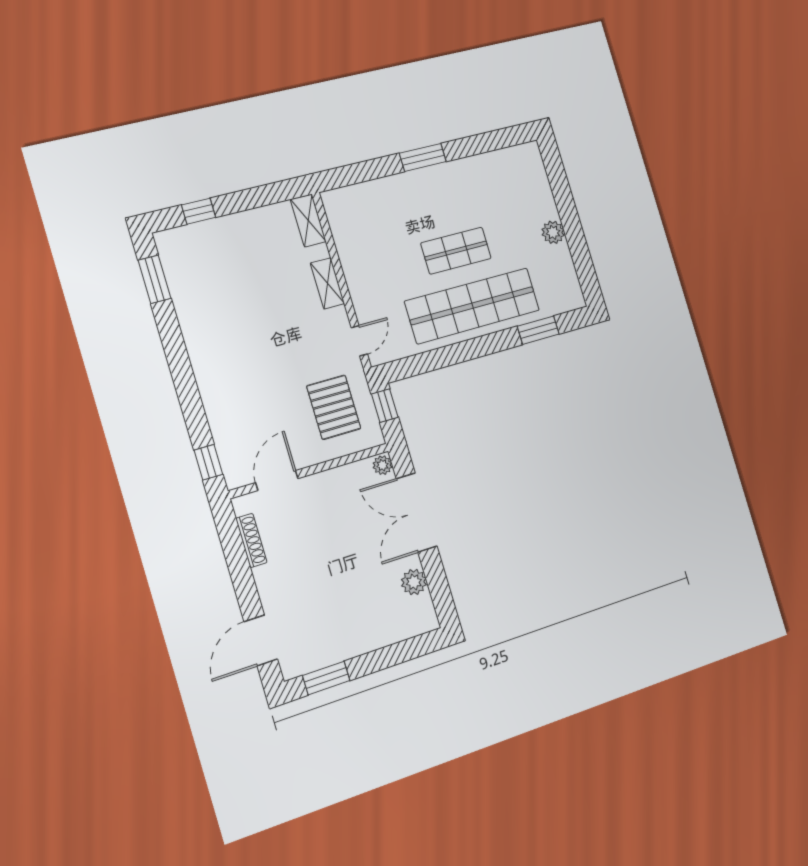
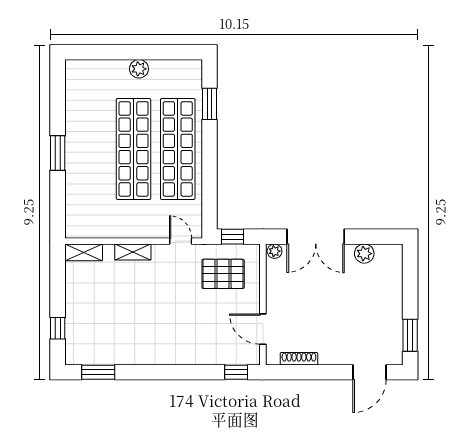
shop shelf: (456, 251) -> (134, 149), width x2.00, depth x1.36
door: (261, 640) -> (369, 372), hinge flipped

